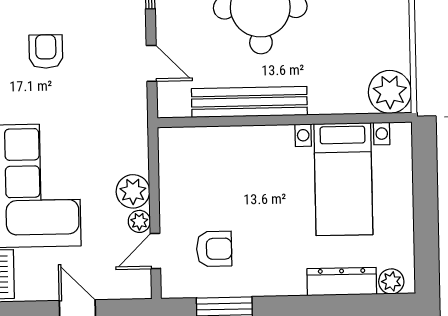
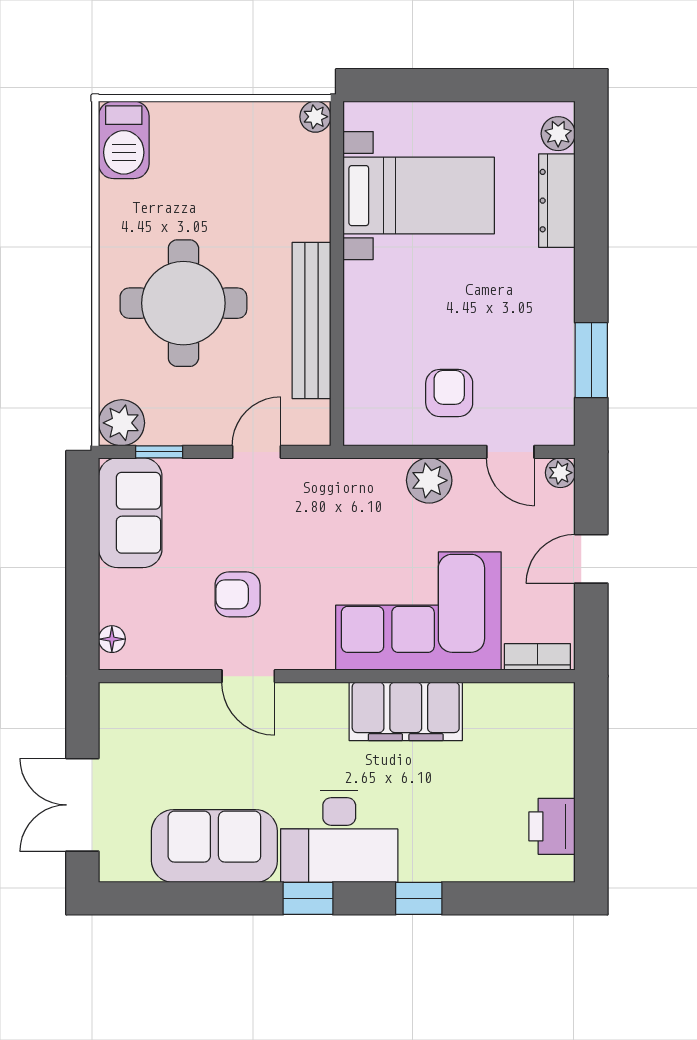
plant: (390, 92) -> (315, 117), width x0.53, depth x0.53
plant: (139, 221) -> (560, 473), moved
armchair: (214, 249) -> (449, 393), moved

